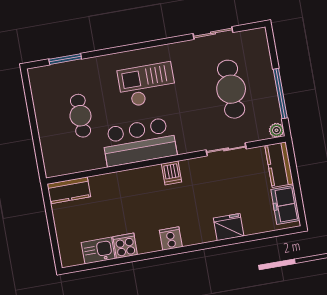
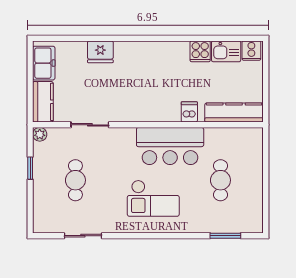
cafe table: (231, 89) -> (75, 180), width x0.73, depth x0.74
window: (280, 93) -> (30, 168), width x0.46
dishwasher: (172, 173) -> (189, 112), moved
kitchen counter: (69, 190) -> (234, 112), width x1.50
cooker: (171, 239) -> (251, 51), moved

